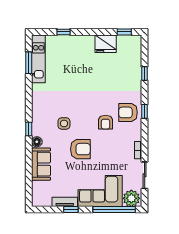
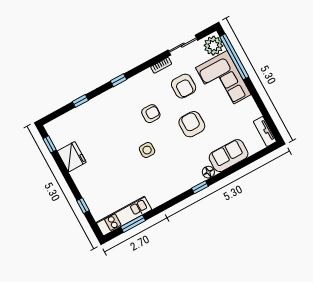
armchair: (128, 112) -> (184, 86), moved
side table: (64, 123) -> (147, 150), moved
tv unit: (65, 202) -> (265, 131), moved
window: (71, 210) -> (258, 100), removed

